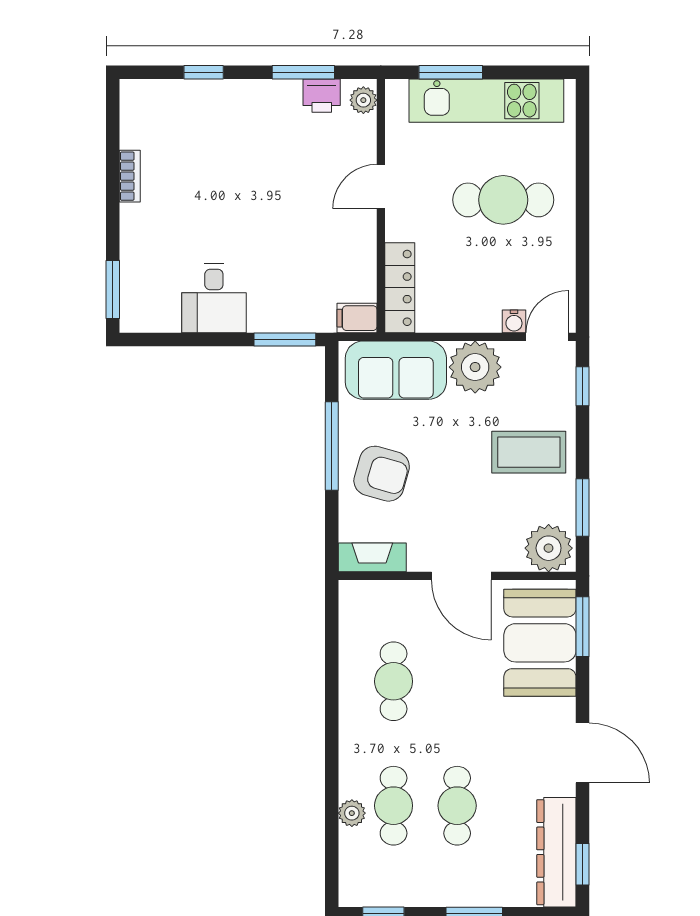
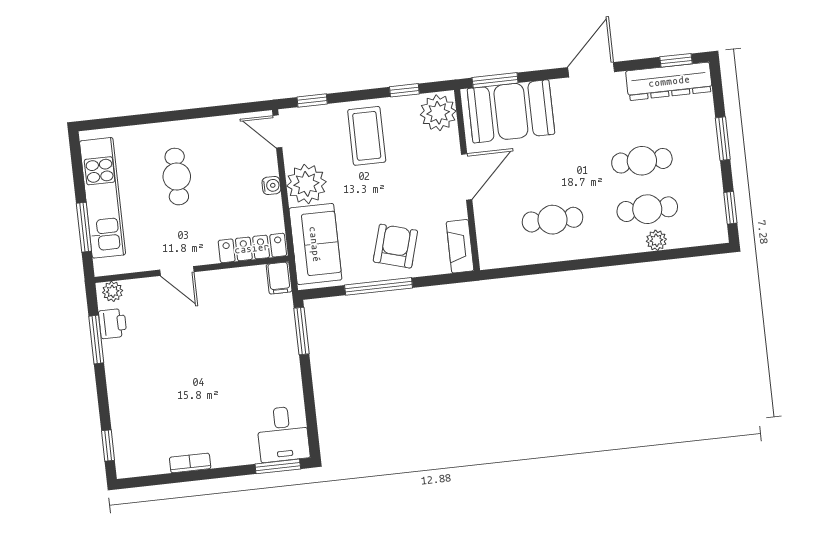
window: (204, 72) -> (108, 445), moved
cafe table: (503, 200) -> (177, 177), width x0.73, depth x0.74
desk: (214, 298) -> (283, 434), moved, turned 90
water cooler: (514, 321) -> (271, 185), moved
window: (583, 508) -> (404, 90), width x0.67

